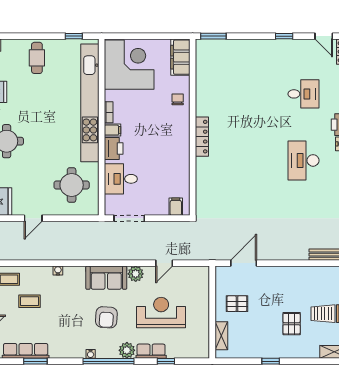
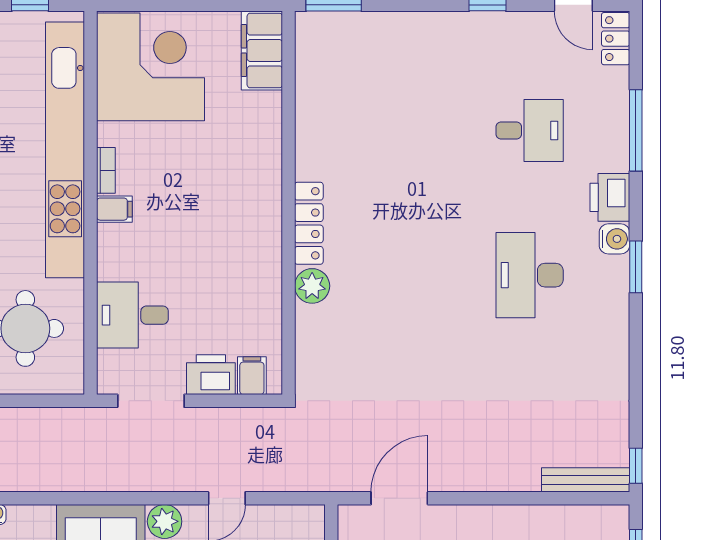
chair: (178, 99) -> (256, 142), removed
printer: (114, 149) -> (211, 375), moved, turned -90
plant: (203, 165) -> (312, 286), added

